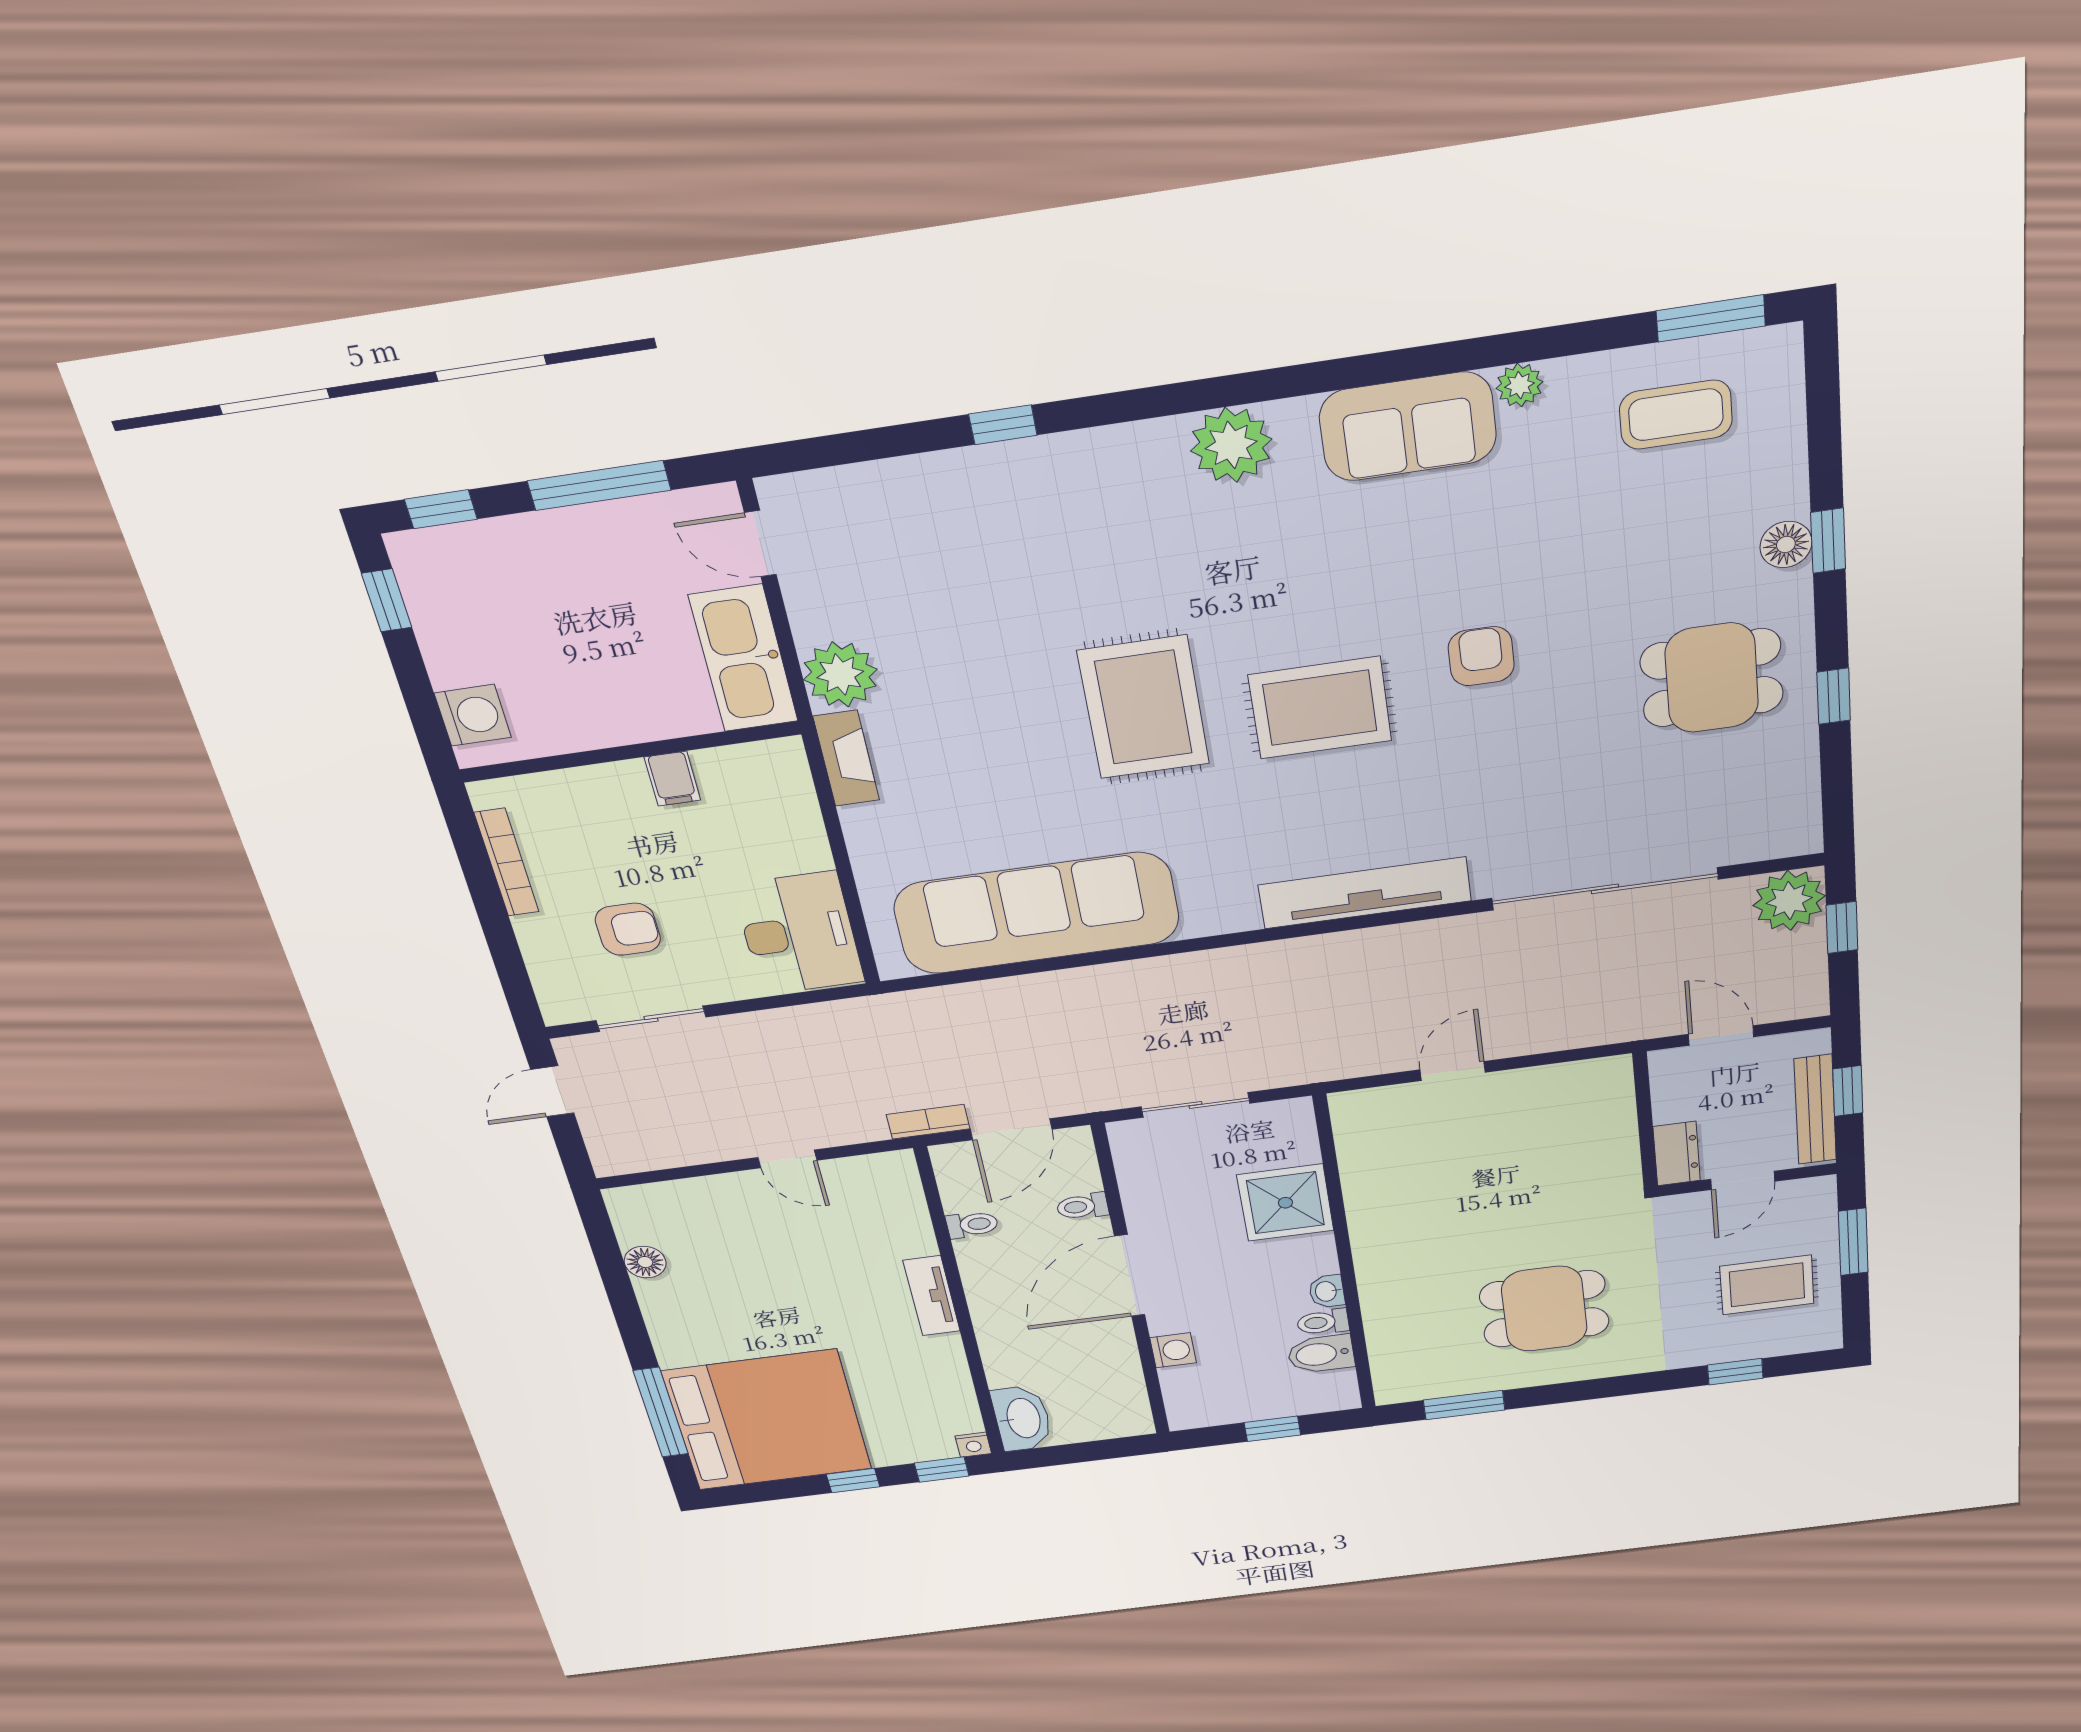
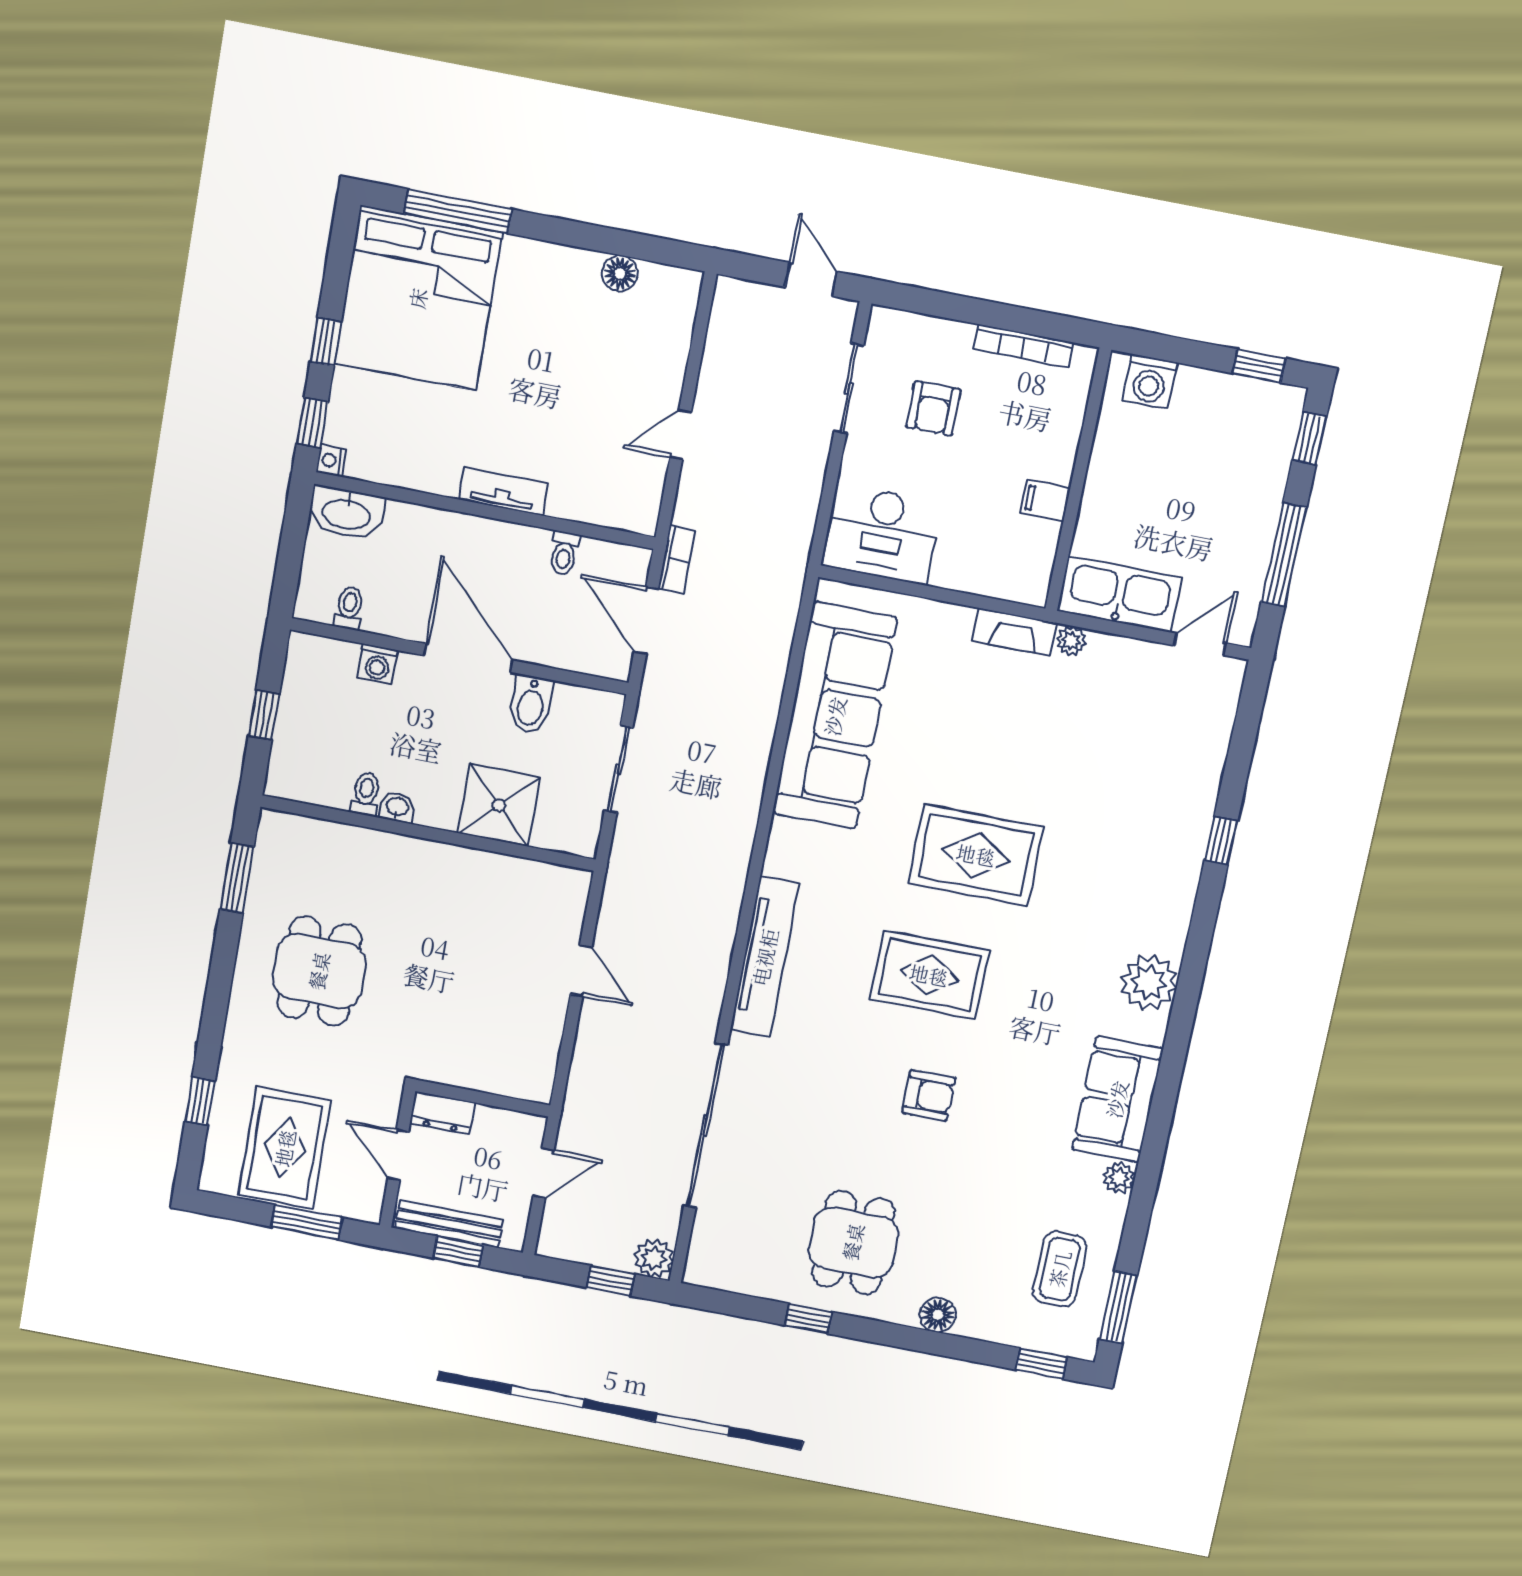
window: (1828, 541) -> (1041, 1363), moved
plant: (840, 674) -> (1071, 641), width x0.53, depth x0.53
rug: (1320, 708) -> (929, 975), turned 90
plant: (1789, 901) -> (654, 1258), width x0.73, depth x0.73
toilet: (1082, 1206) -> (349, 608), moved
rug: (1767, 1285) -> (285, 1148), width x1.36, depth x1.43
bidet: (1321, 1354) -> (531, 704), moved, turned 180

